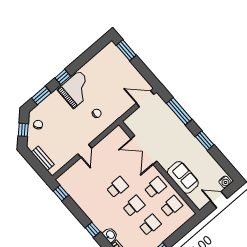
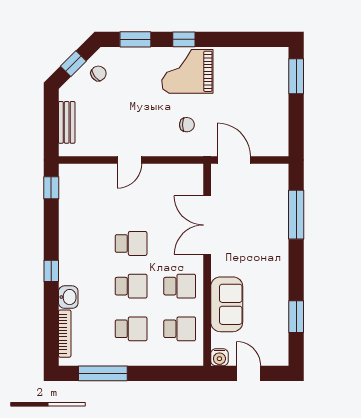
grand piano: (77, 90) -> (187, 71), turned 180
door: (145, 99) -> (234, 160), moved
window: (205, 141) -> (296, 317), moved
water cooler: (225, 182) -> (219, 357), moved

